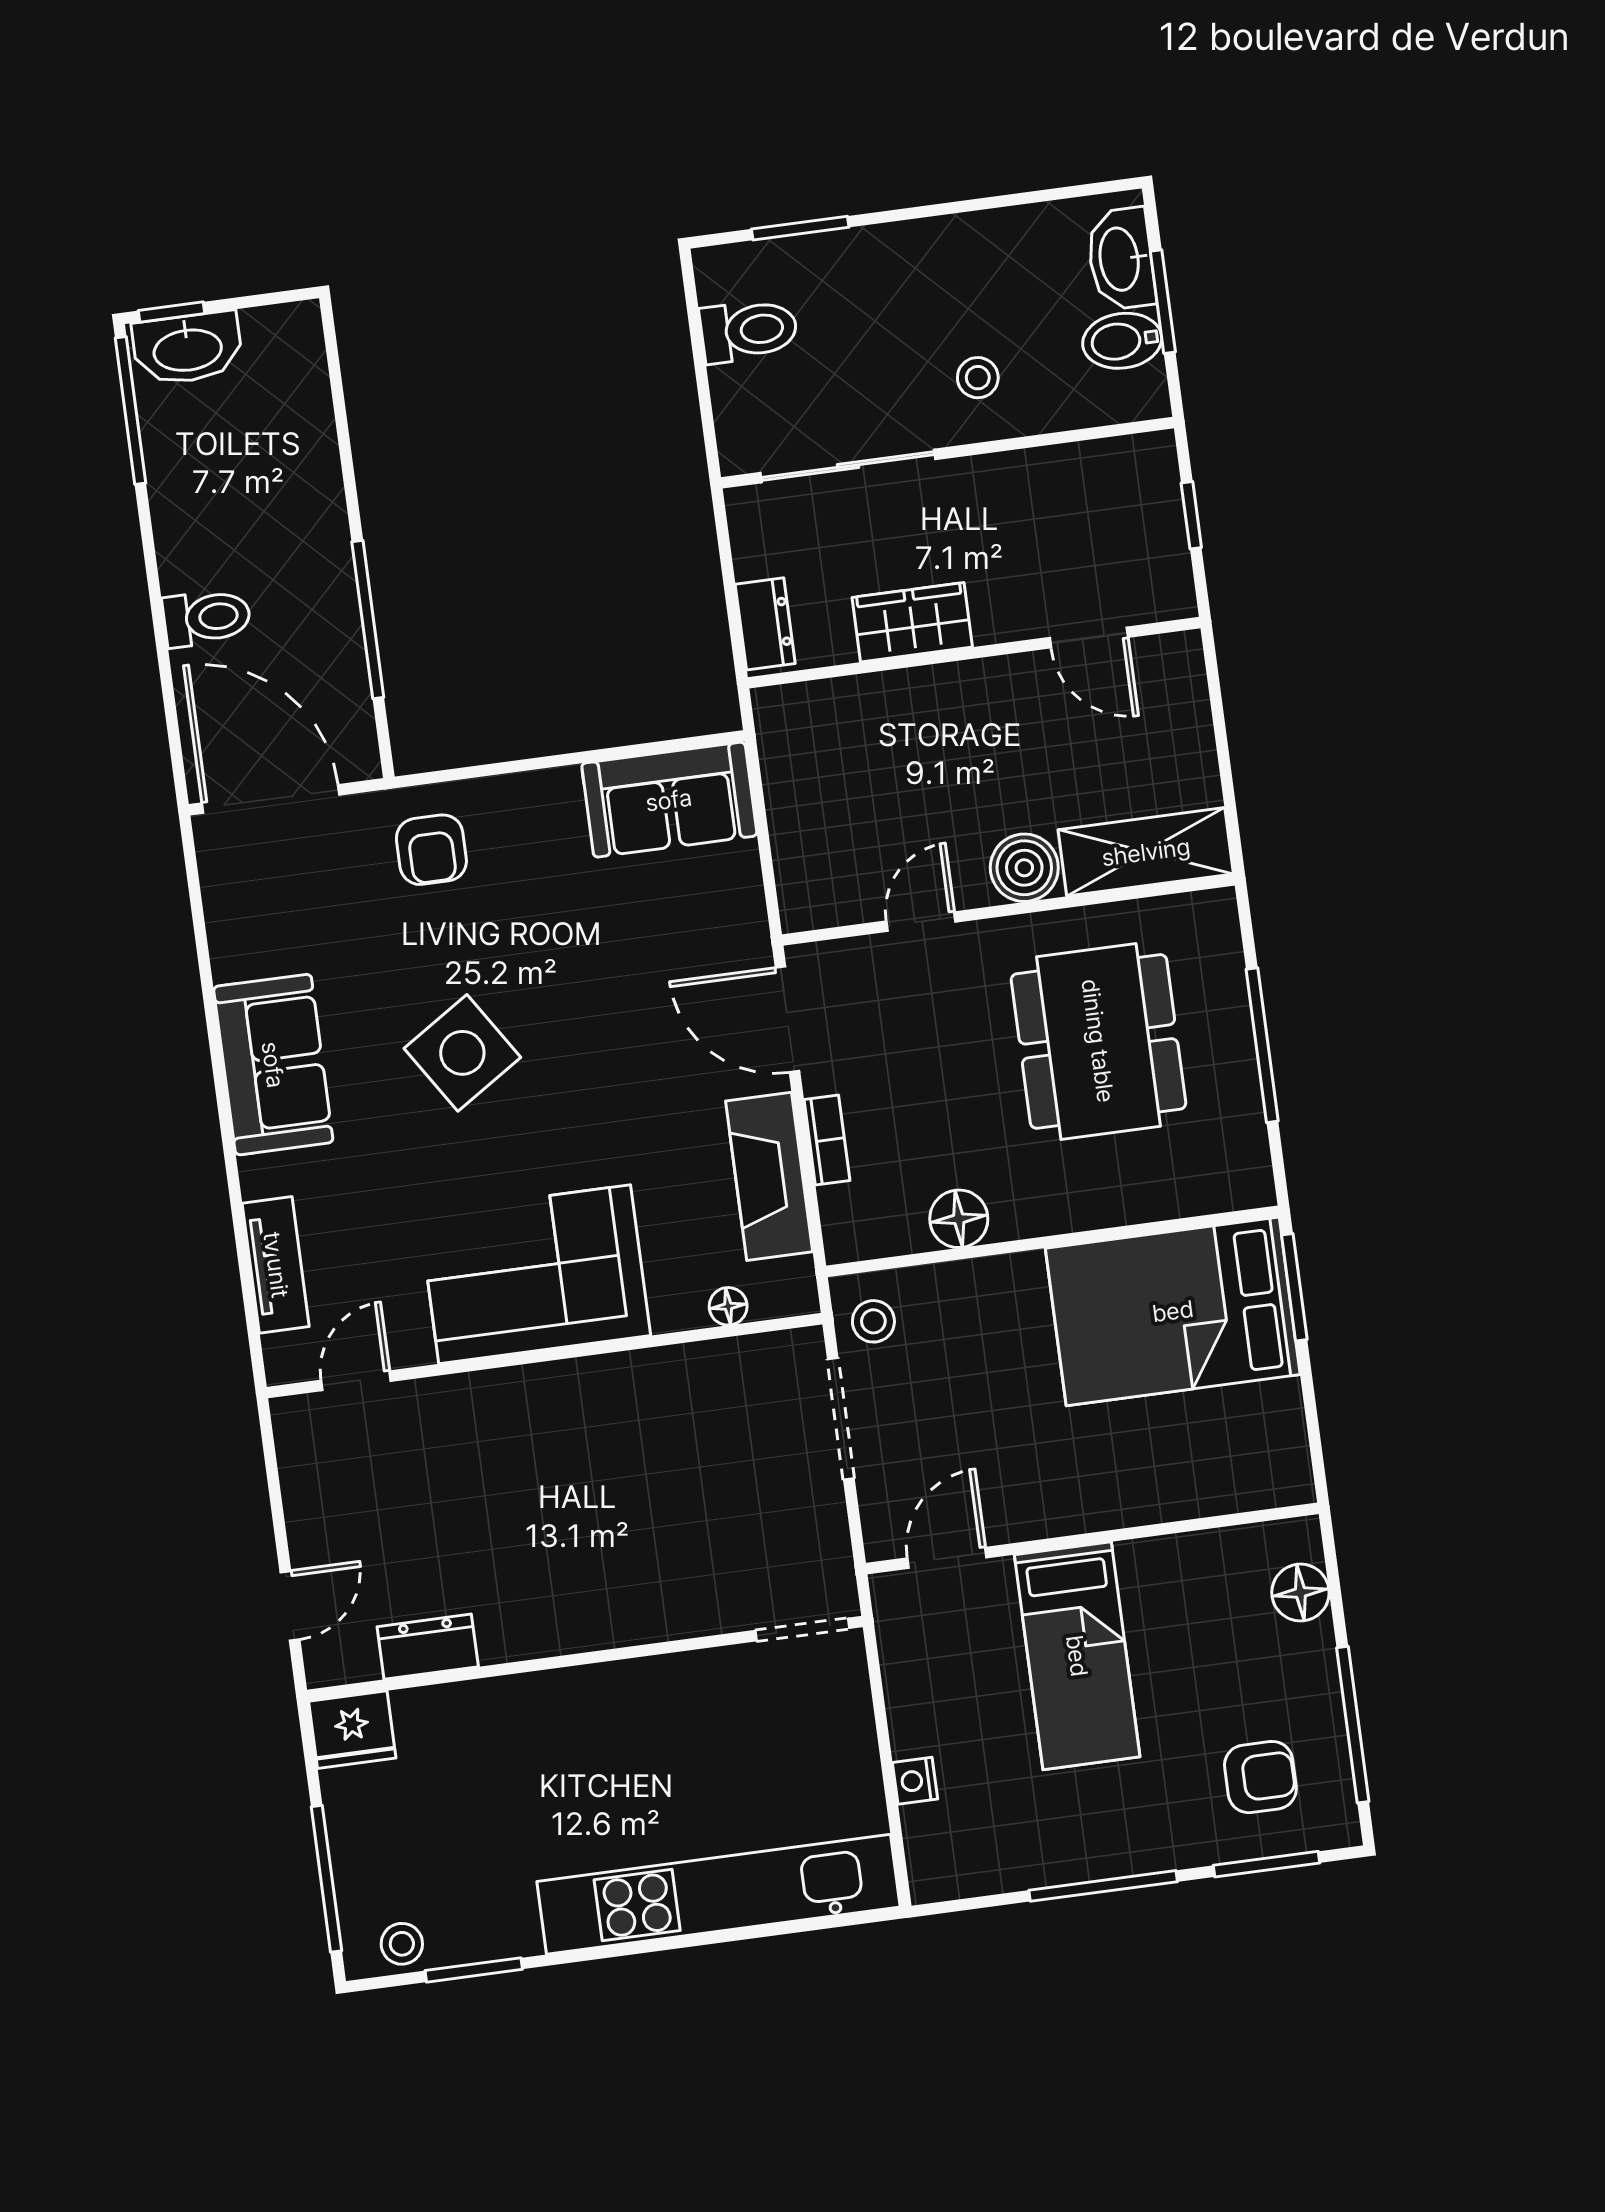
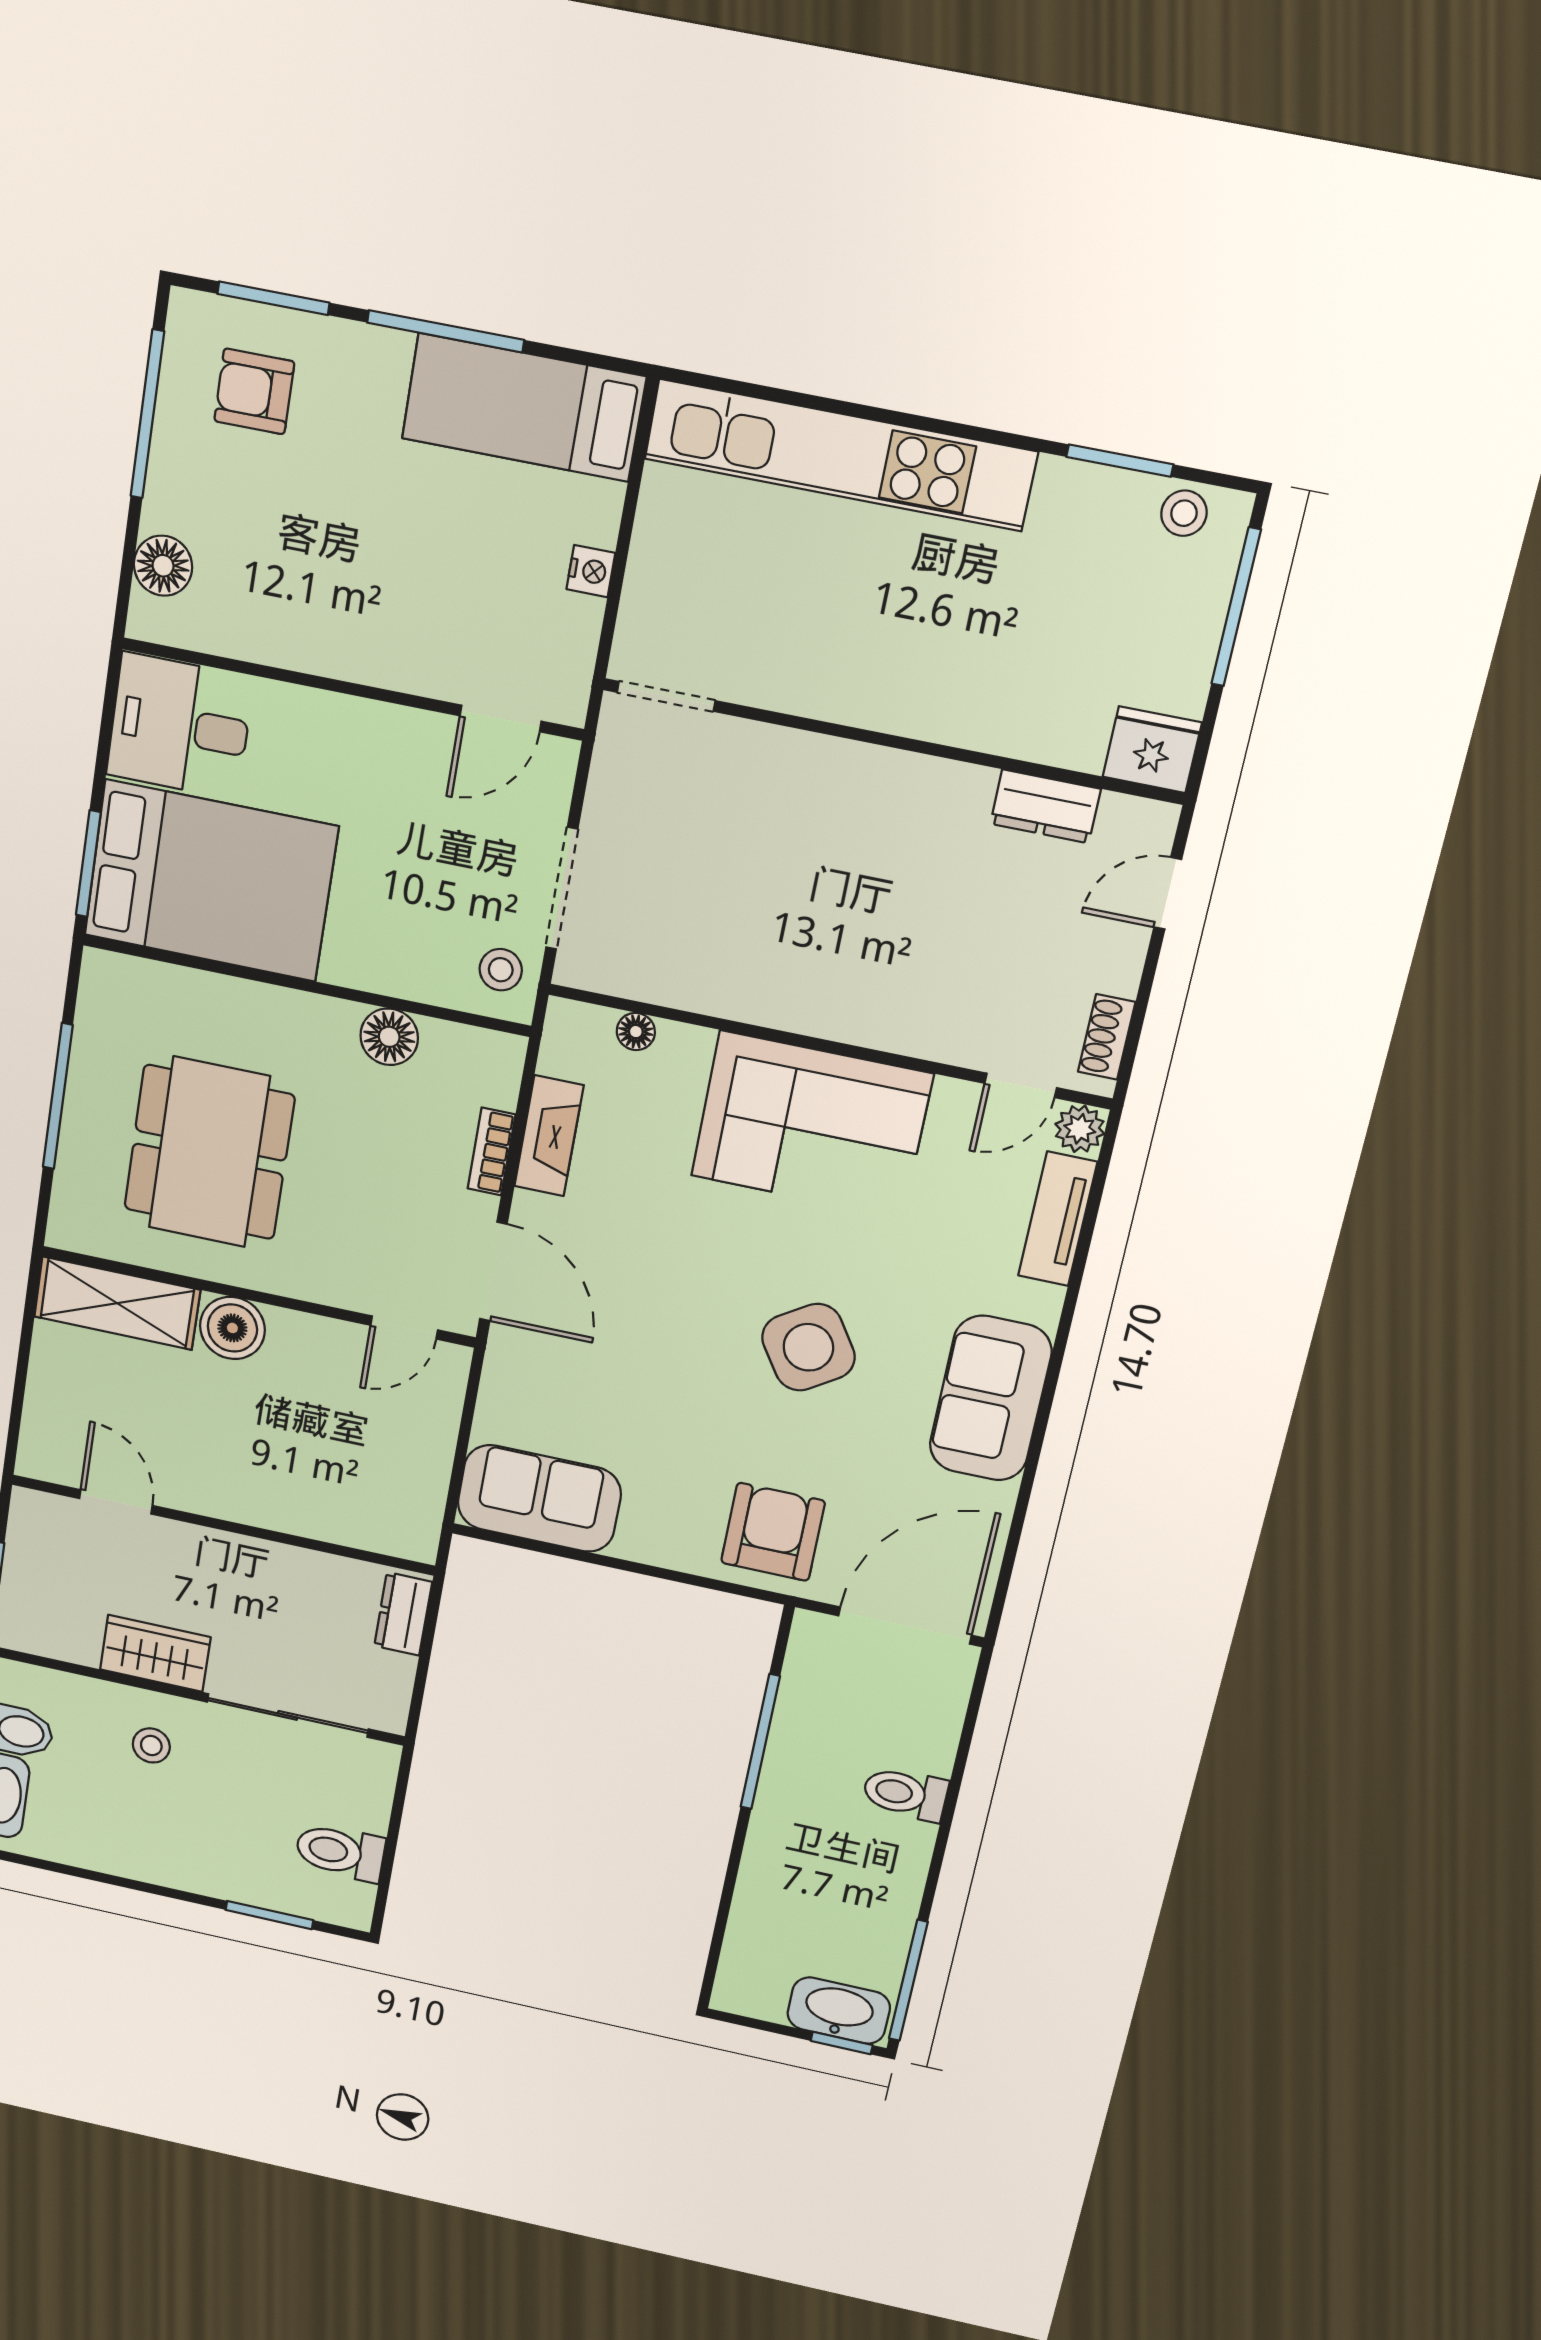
wardrobe: (912, 622) -> (155, 1653), moved, turned 180
door: (271, 799) -> (905, 1626), swing flipped
armchair: (431, 850) -> (773, 1532), width x1.38, depth x1.38
door: (921, 922) -> (404, 1328), moved
fireplace: (769, 1176) -> (549, 1136), width x0.73, depth x0.76
plant: (287, 1359) -> (1080, 1129), added
desk: (1243, 1449) -> (180, 726), added
shoe rack: (295, 1454) -> (1107, 1037), added
bed: (1077, 1656) -> (524, 407), moved, turned -90
nightstand: (915, 1781) -> (591, 571), moved

